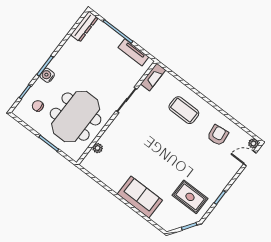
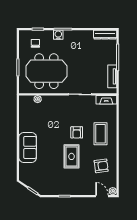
armchair: (163, 134) -> (77, 132), added
rug: (190, 197) -> (72, 156), moved

